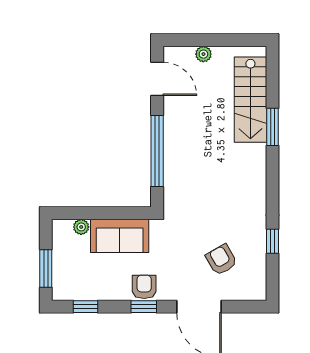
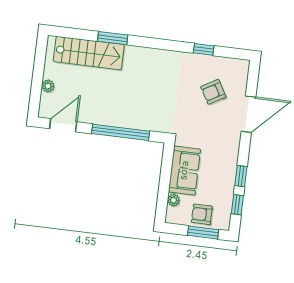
armchair: (144, 287) -> (202, 214), moved
window: (144, 307) -> (241, 176), moved

